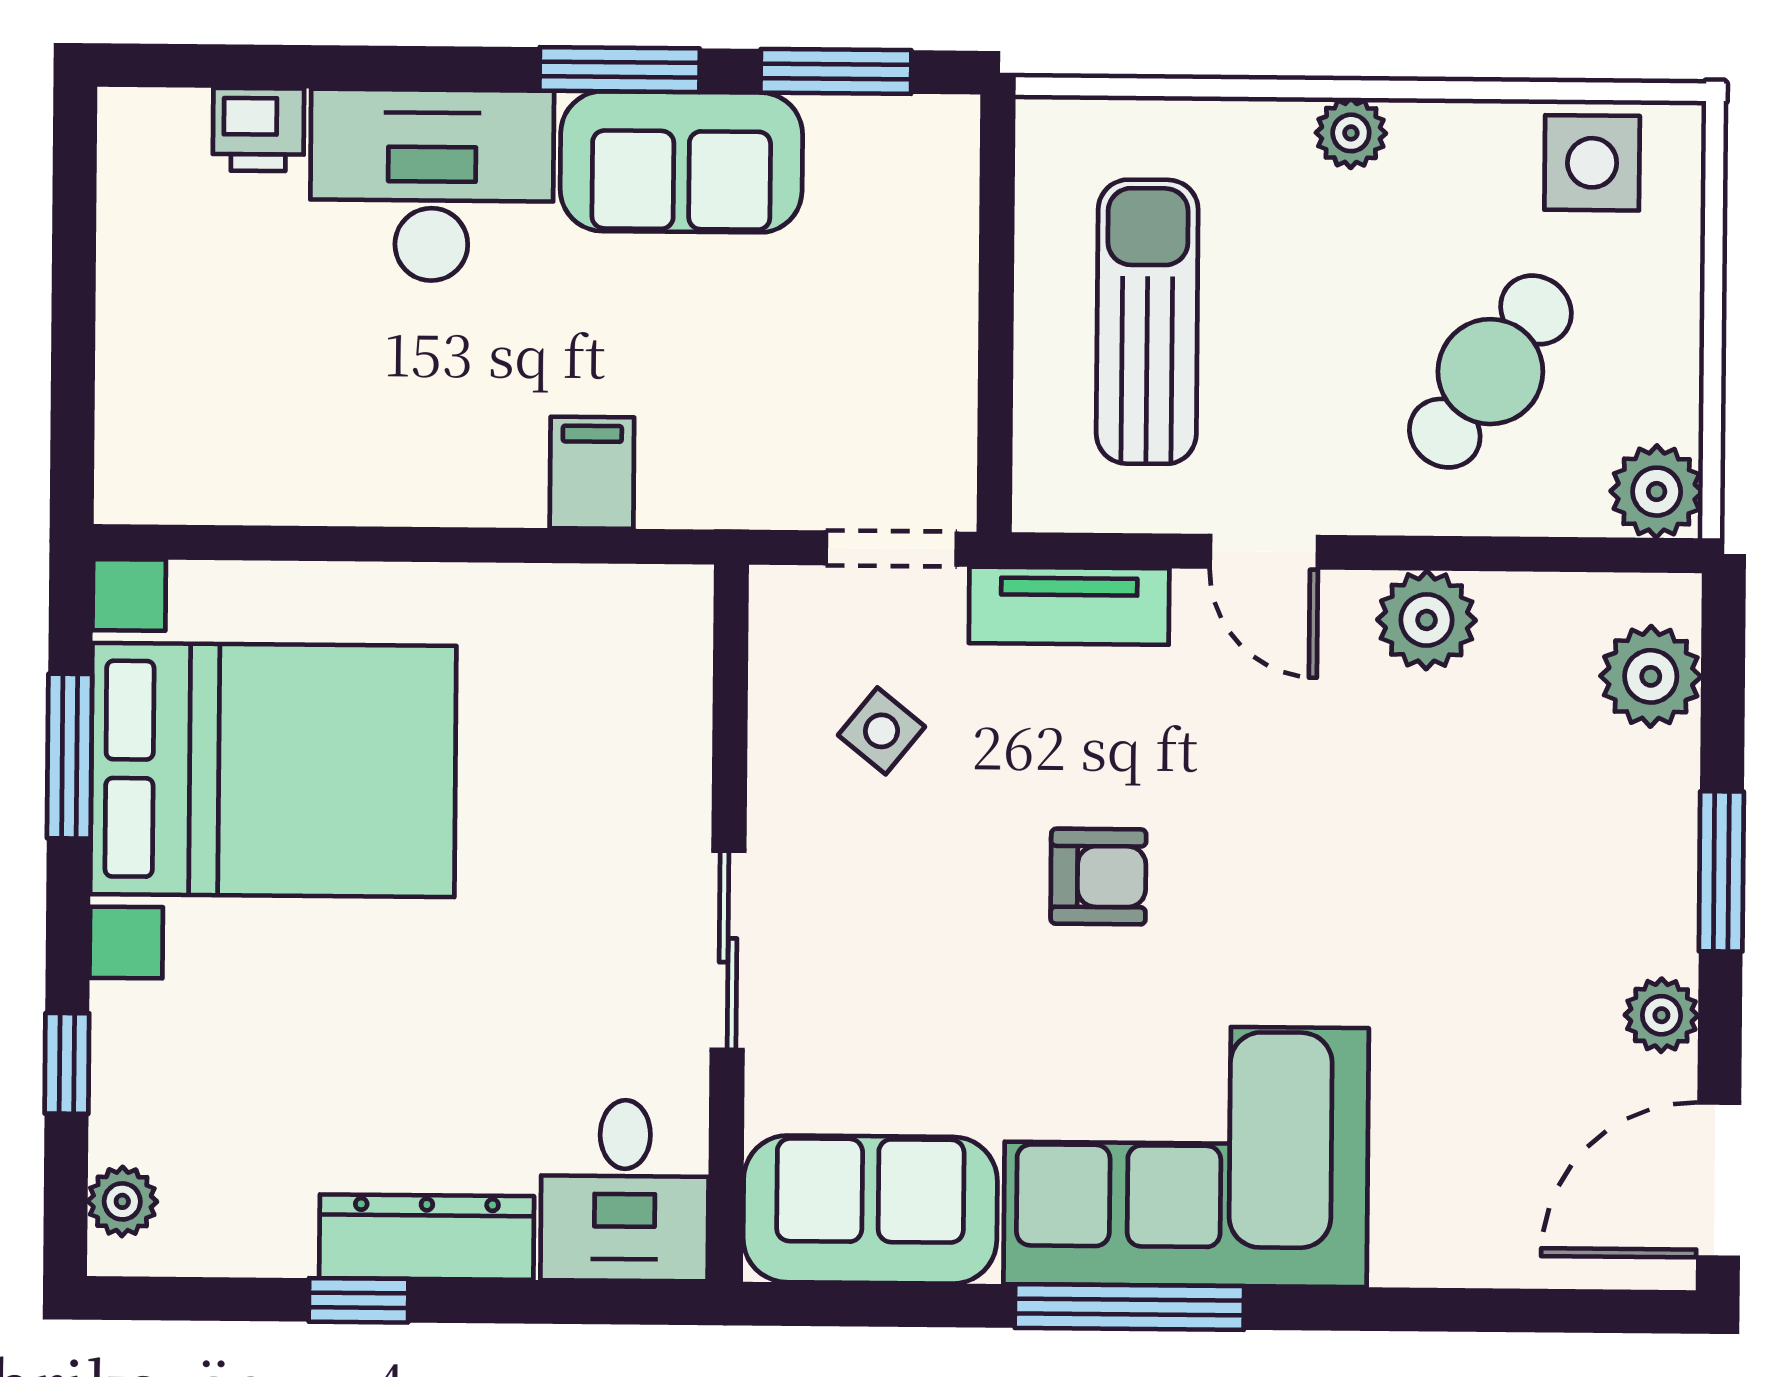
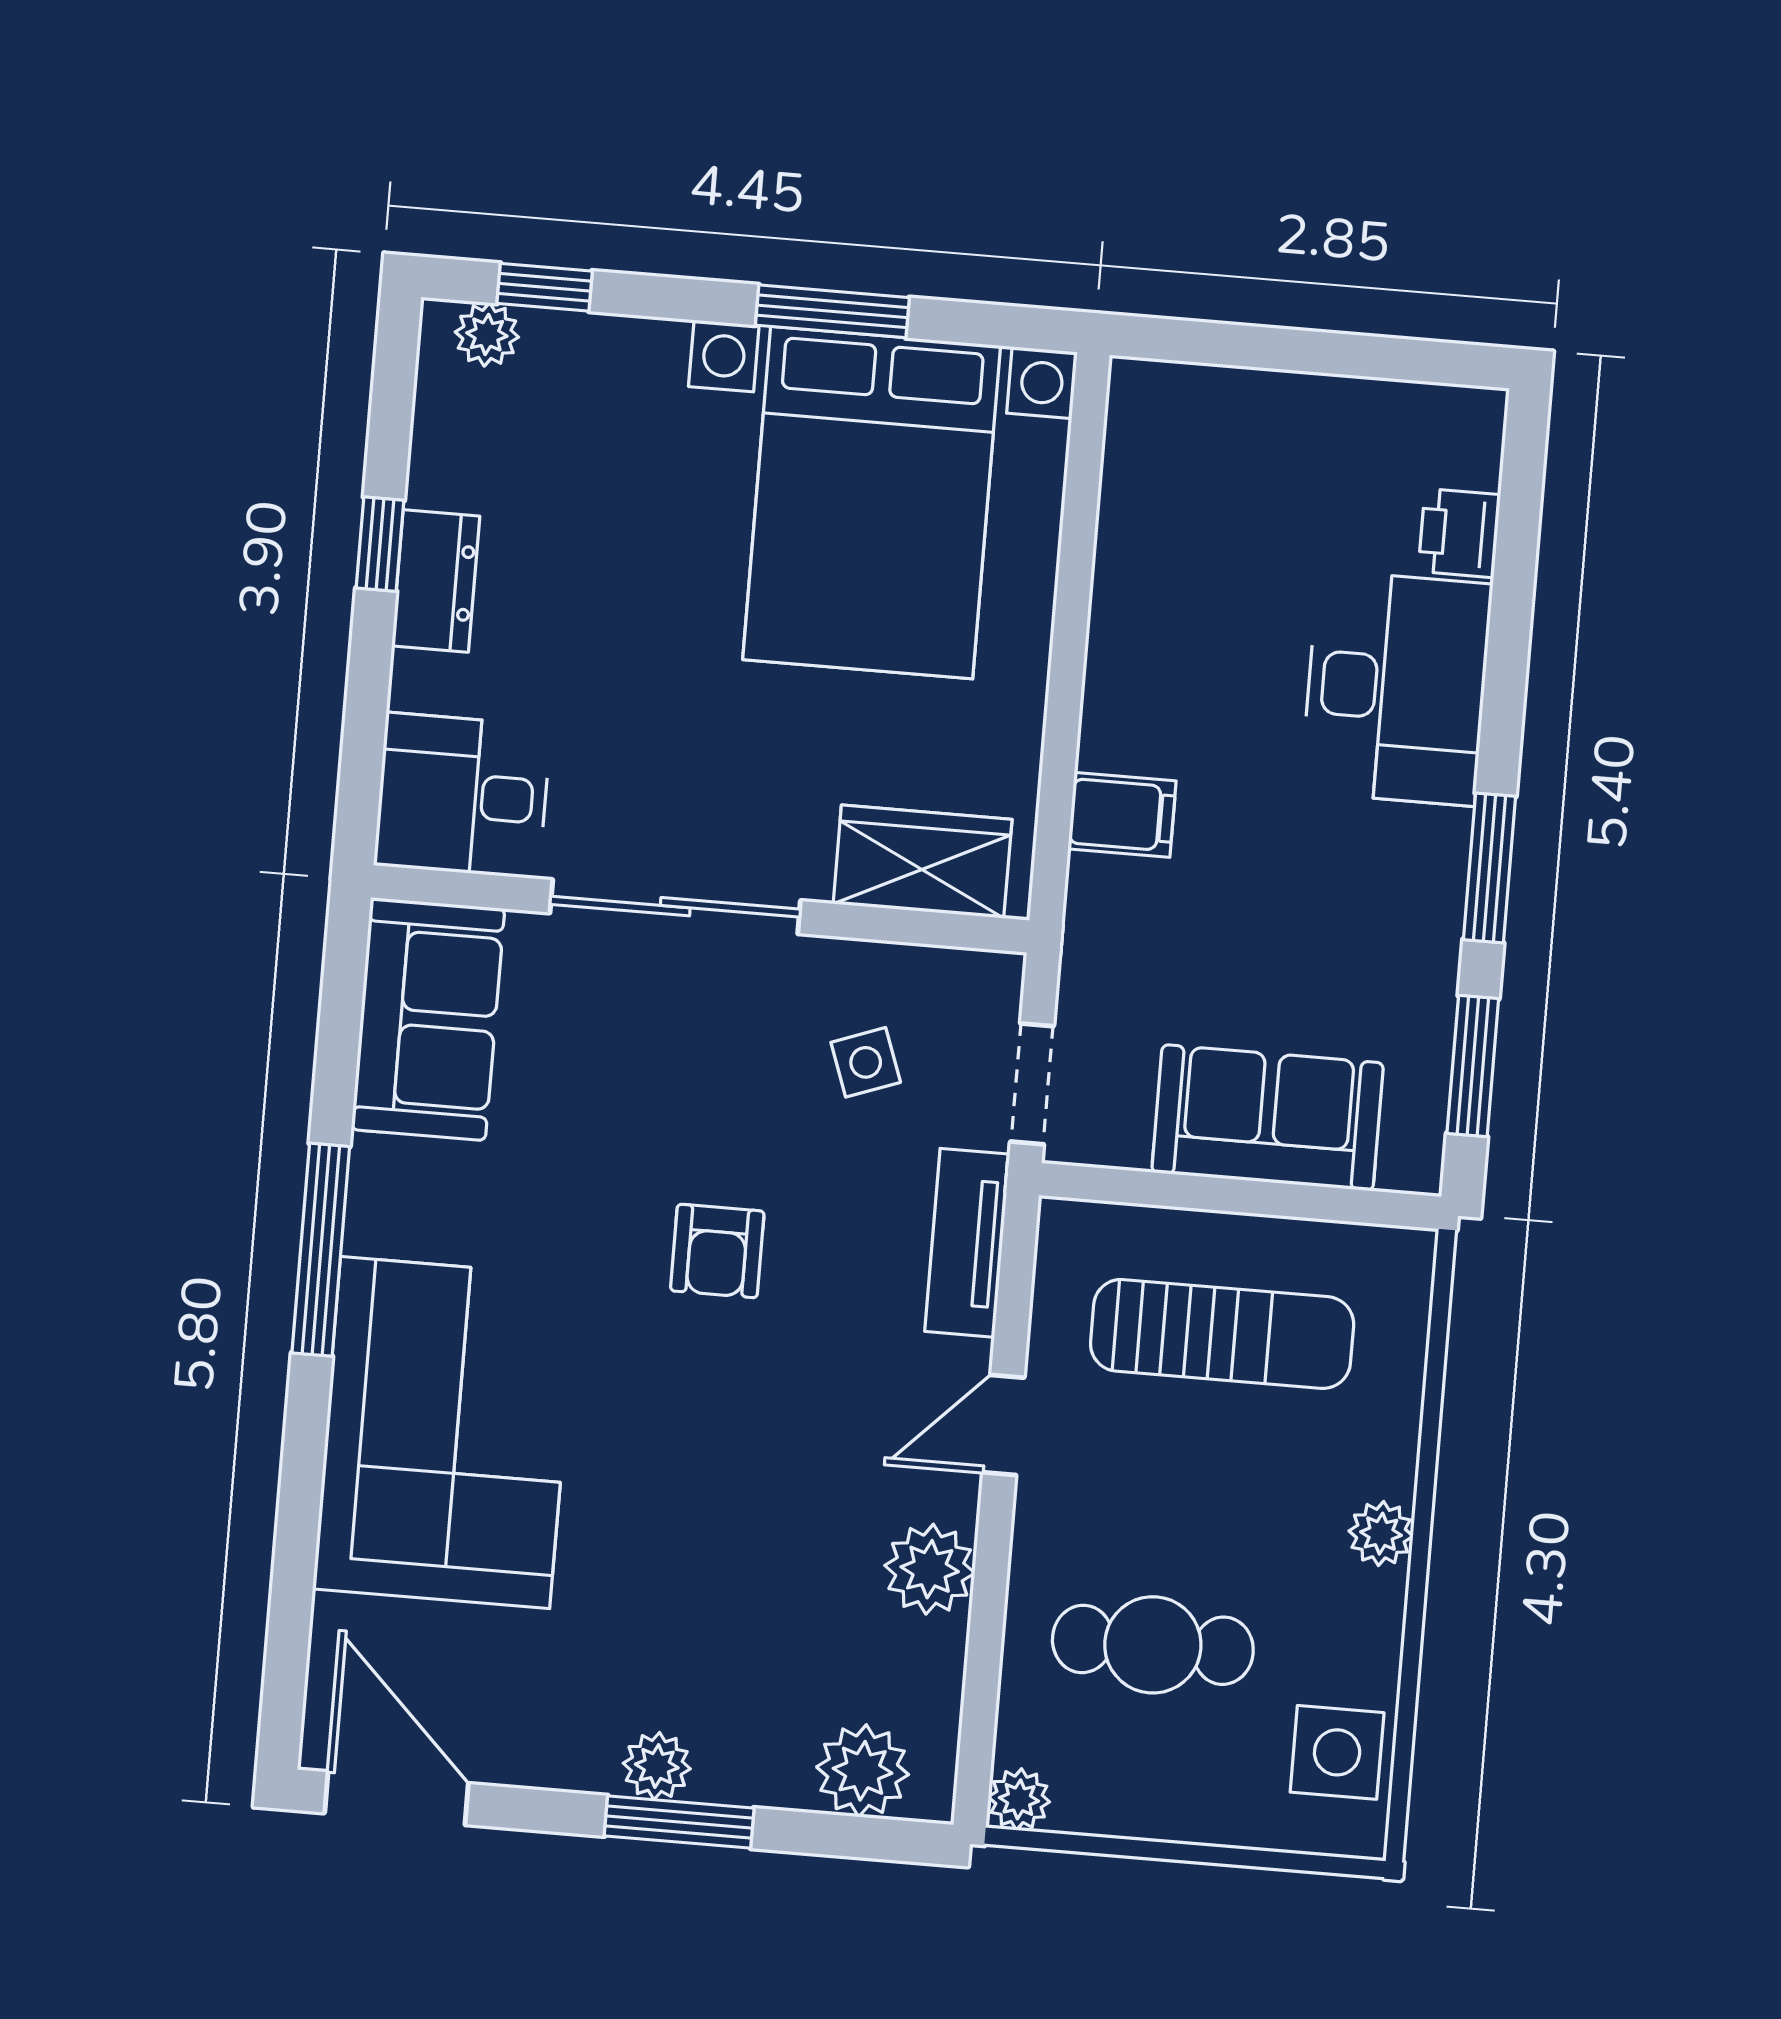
sofa: (681, 162) -> (1268, 1118), moved, turned 90
cafe table: (1490, 372) -> (1153, 1645), turned -36
plant: (1657, 492) -> (1019, 1799), width x0.73, depth x0.73
wardrobe: (659, 685) -> (923, 862), added
side table: (881, 731) -> (866, 1062), turned 31
window: (70, 756) -> (832, 311), moved
sliding door: (728, 950) -> (675, 907), width x1.37
plant: (1661, 1015) -> (657, 1766), moved
window: (67, 1063) -> (545, 287), moved
corner sofa: (1186, 1156) -> (445, 1433), moved
dresser: (427, 1237) -> (436, 581), width x0.70

